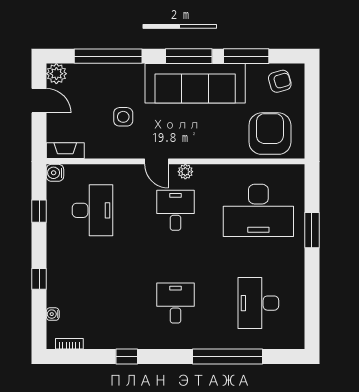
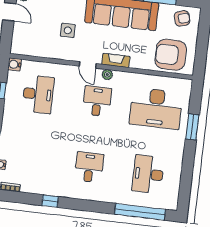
armchair: (270, 134) -> (171, 55), turned -90
fireplace: (65, 151) -> (116, 60), moved
window: (227, 357) -> (140, 212), moved

